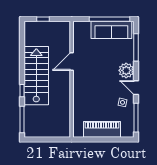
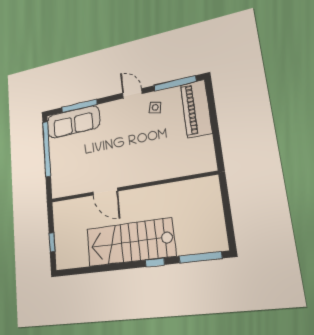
sofa: (111, 30) -> (73, 122), moved, turned 90
plant: (126, 70) -> (111, 112), removed
door: (136, 88) -> (132, 93), swing flipped
piano: (102, 129) -> (196, 109), moved

